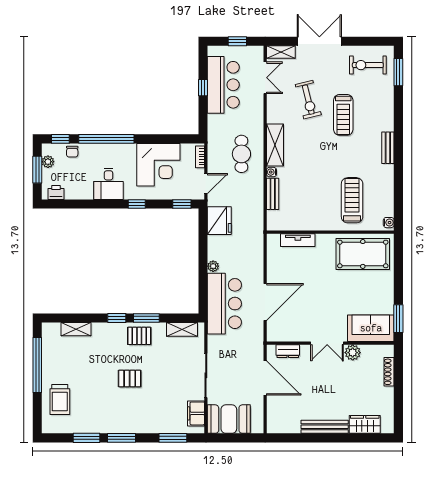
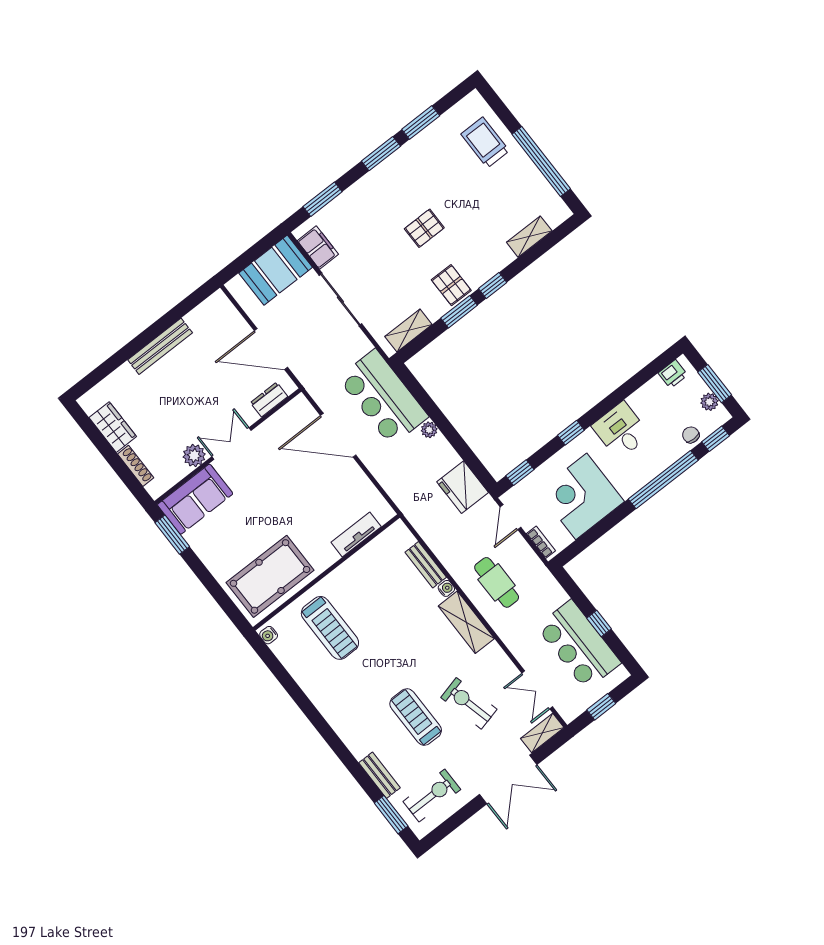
bench: (388, 148) -> (379, 775), moved
door: (265, 302) -> (338, 435), hinge flipped
pallet: (139, 336) -> (451, 285), turned 90
wardrobe: (365, 424) -> (113, 427), moved, turned -90

